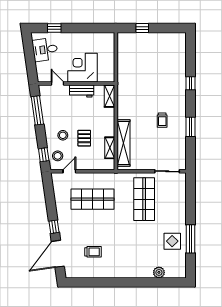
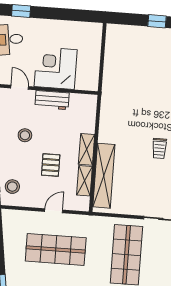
window: (142, 28) -> (157, 21), moved
shelving: (109, 96) -> (87, 149), moved
stool: (63, 135) -> (25, 135), moved
door: (69, 171) -> (54, 211), moved

